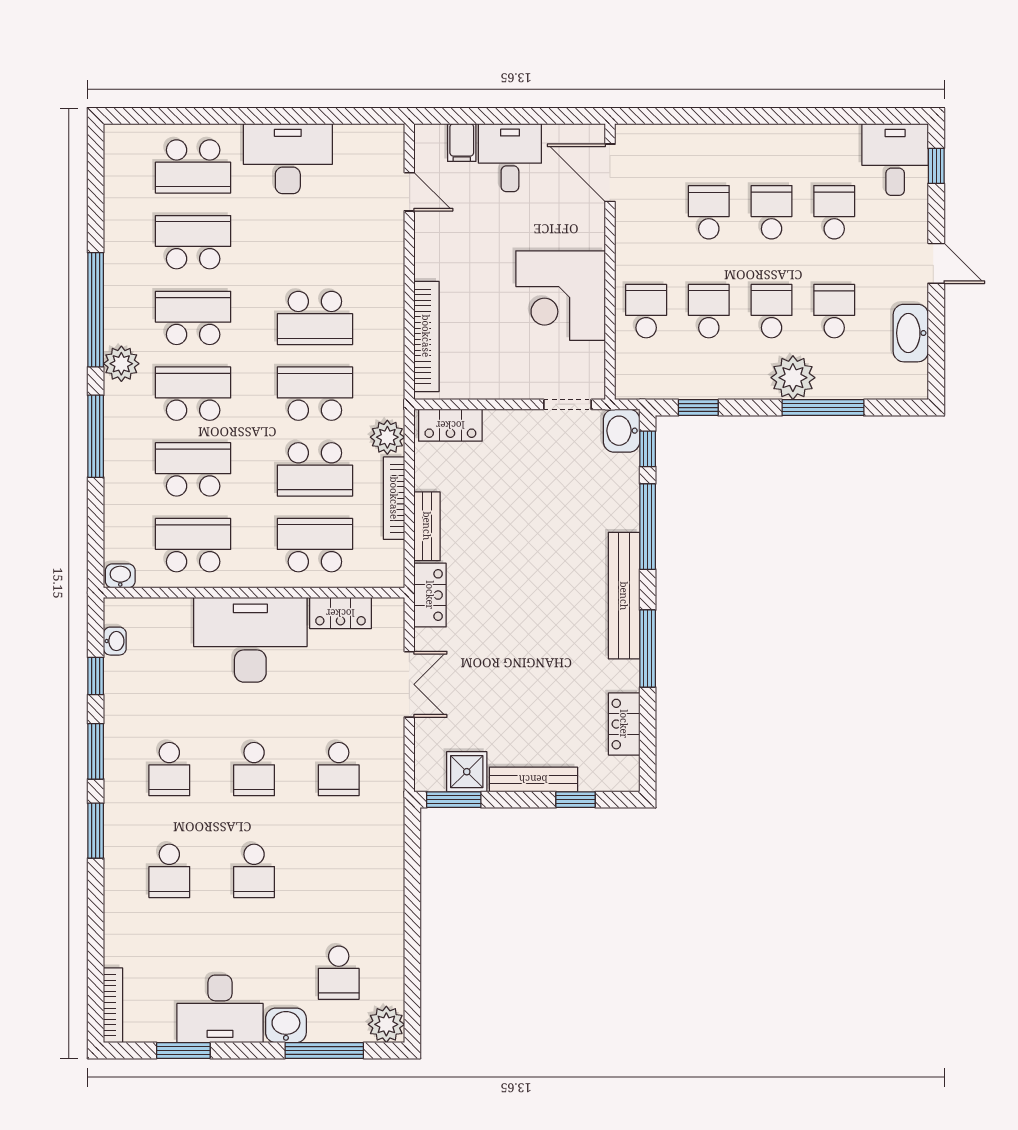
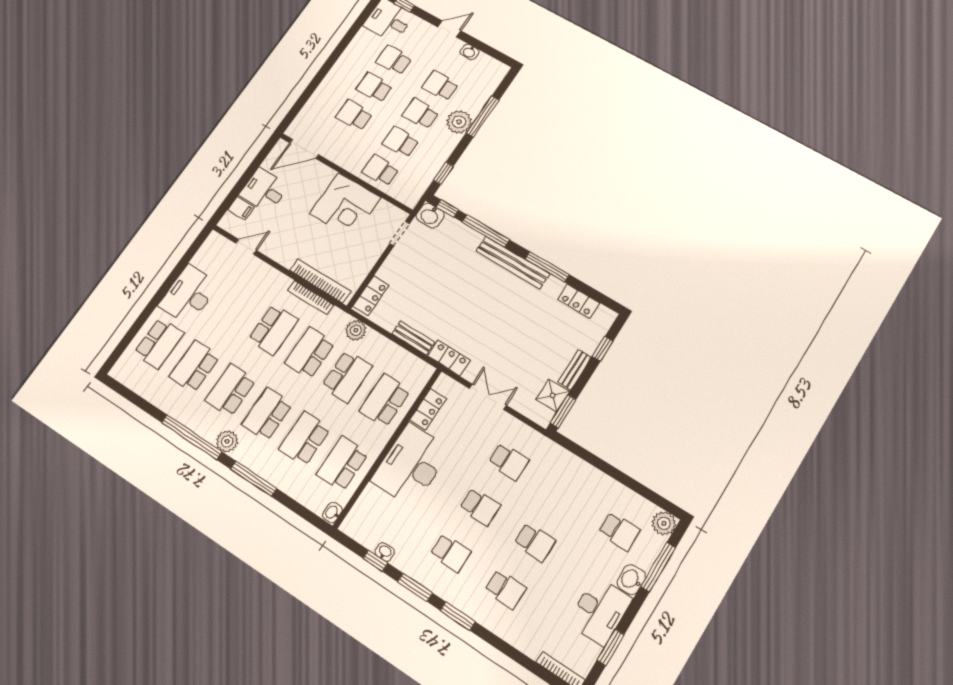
washbasin: (911, 333) -> (469, 52), width x0.52, depth x0.69
bookcase: (394, 498) -> (311, 298), moved
washbasin: (115, 641) -> (385, 552), moved
bench: (533, 779) -> (575, 370), width x0.73

